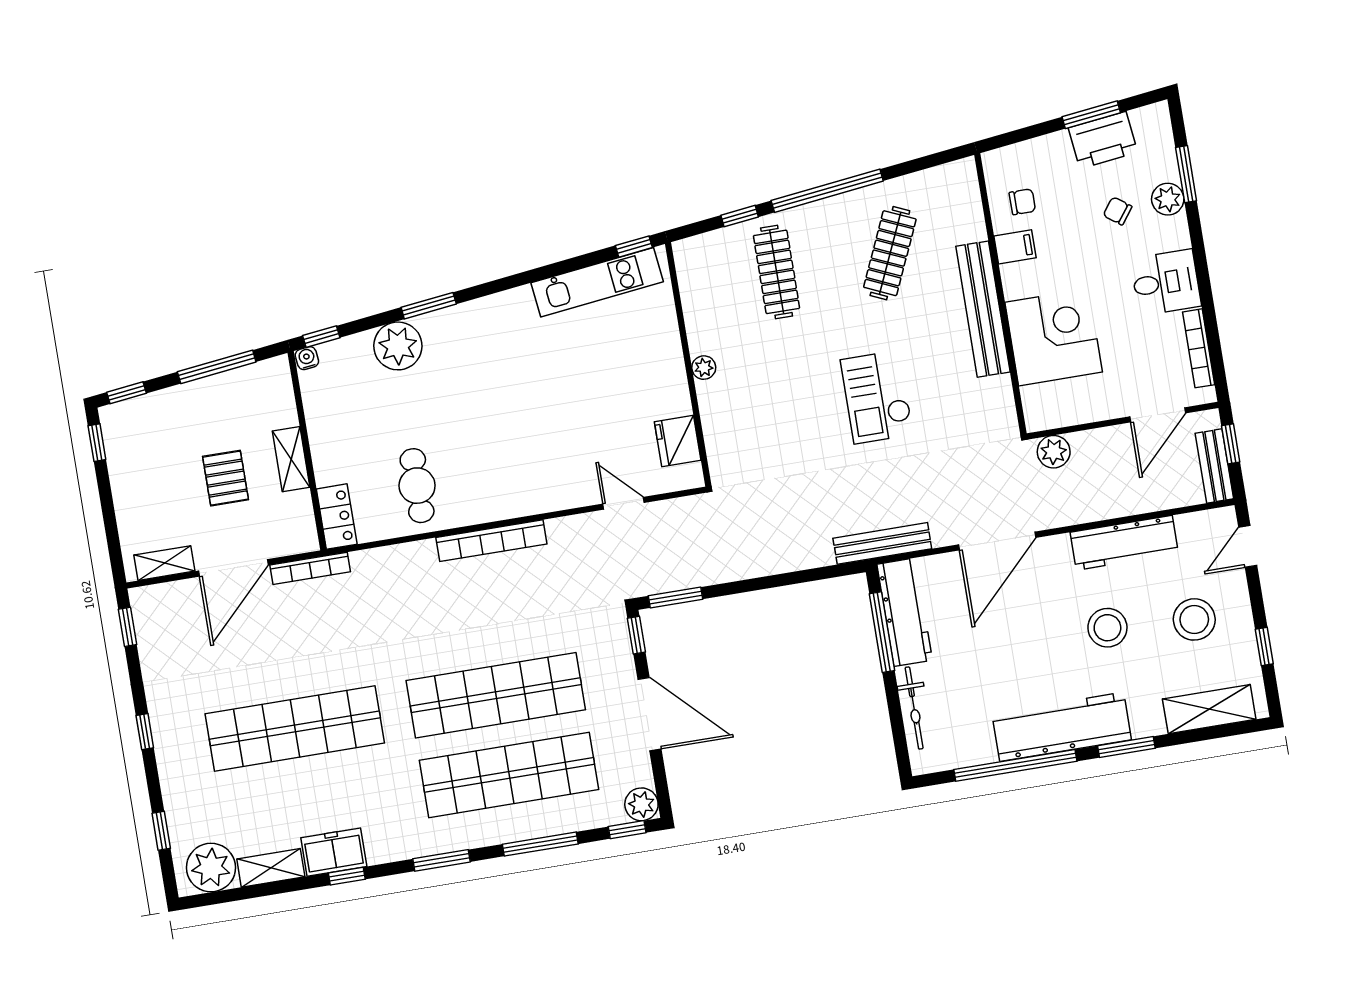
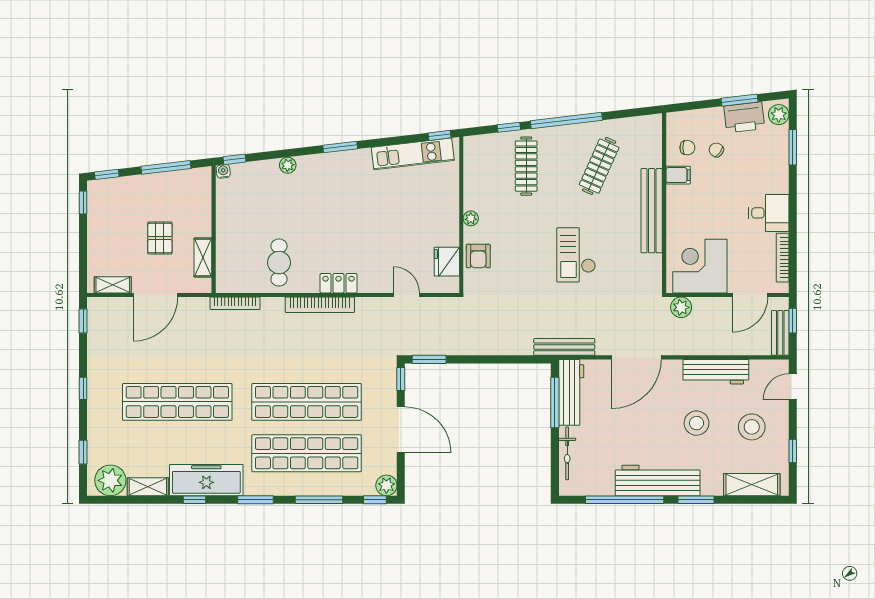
plant: (1168, 199) -> (779, 115), moved
chair: (1118, 211) -> (716, 150), moved
window: (429, 306) -> (340, 147), moved
corner desk: (1054, 337) -> (700, 266), moved, turned -90
plant: (398, 346) -> (288, 165), width x0.53, depth x0.53
armchair: (725, 424) -> (478, 256), added
shelving: (291, 459) -> (203, 258), moved
locker: (337, 517) -> (339, 283), moved, turned -90
bookcase: (310, 568) -> (235, 303), moved
freezer: (334, 852) -> (206, 480), width x1.91, depth x1.26

